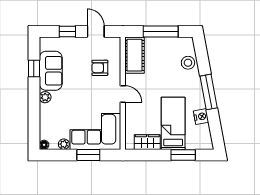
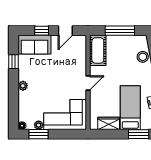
door: (96, 32) -> (65, 31), swing flipped
armchair: (100, 68) -> (69, 61), removed
sofa: (51, 71) -> (35, 45), moved, turned 90
door: (123, 94) -> (88, 83), hinge flipped
window: (88, 155) -> (38, 134), moved

